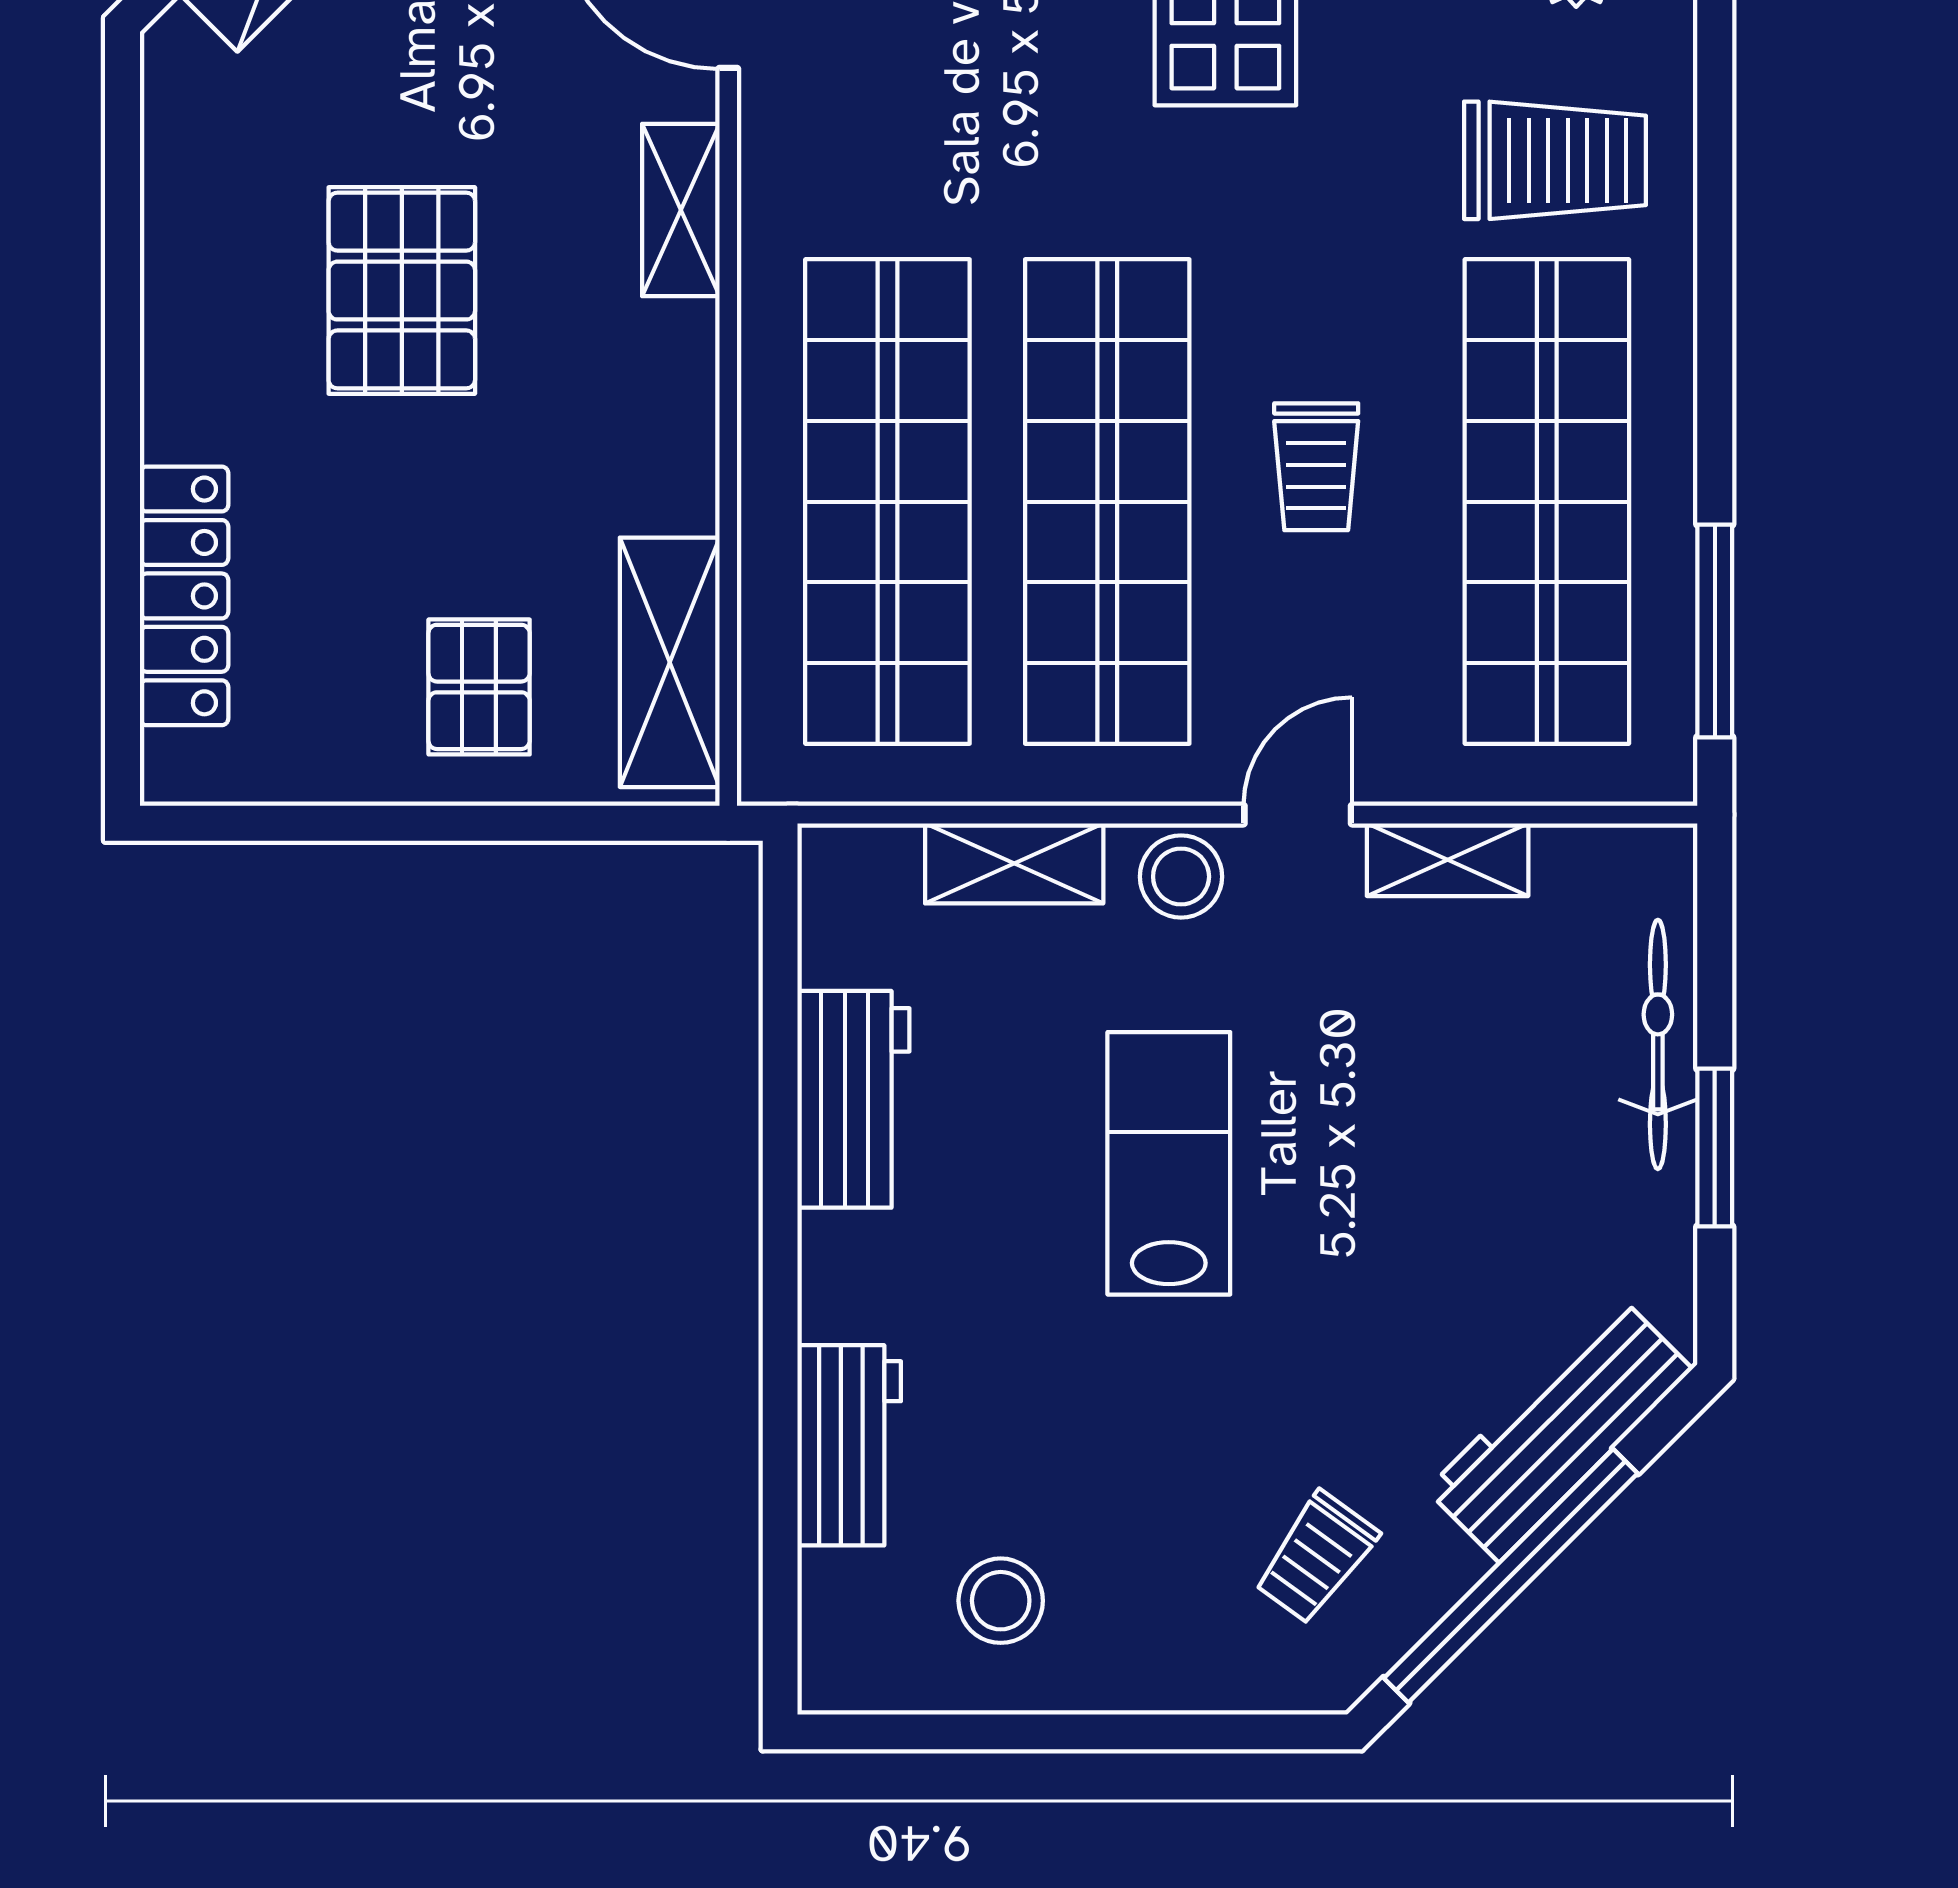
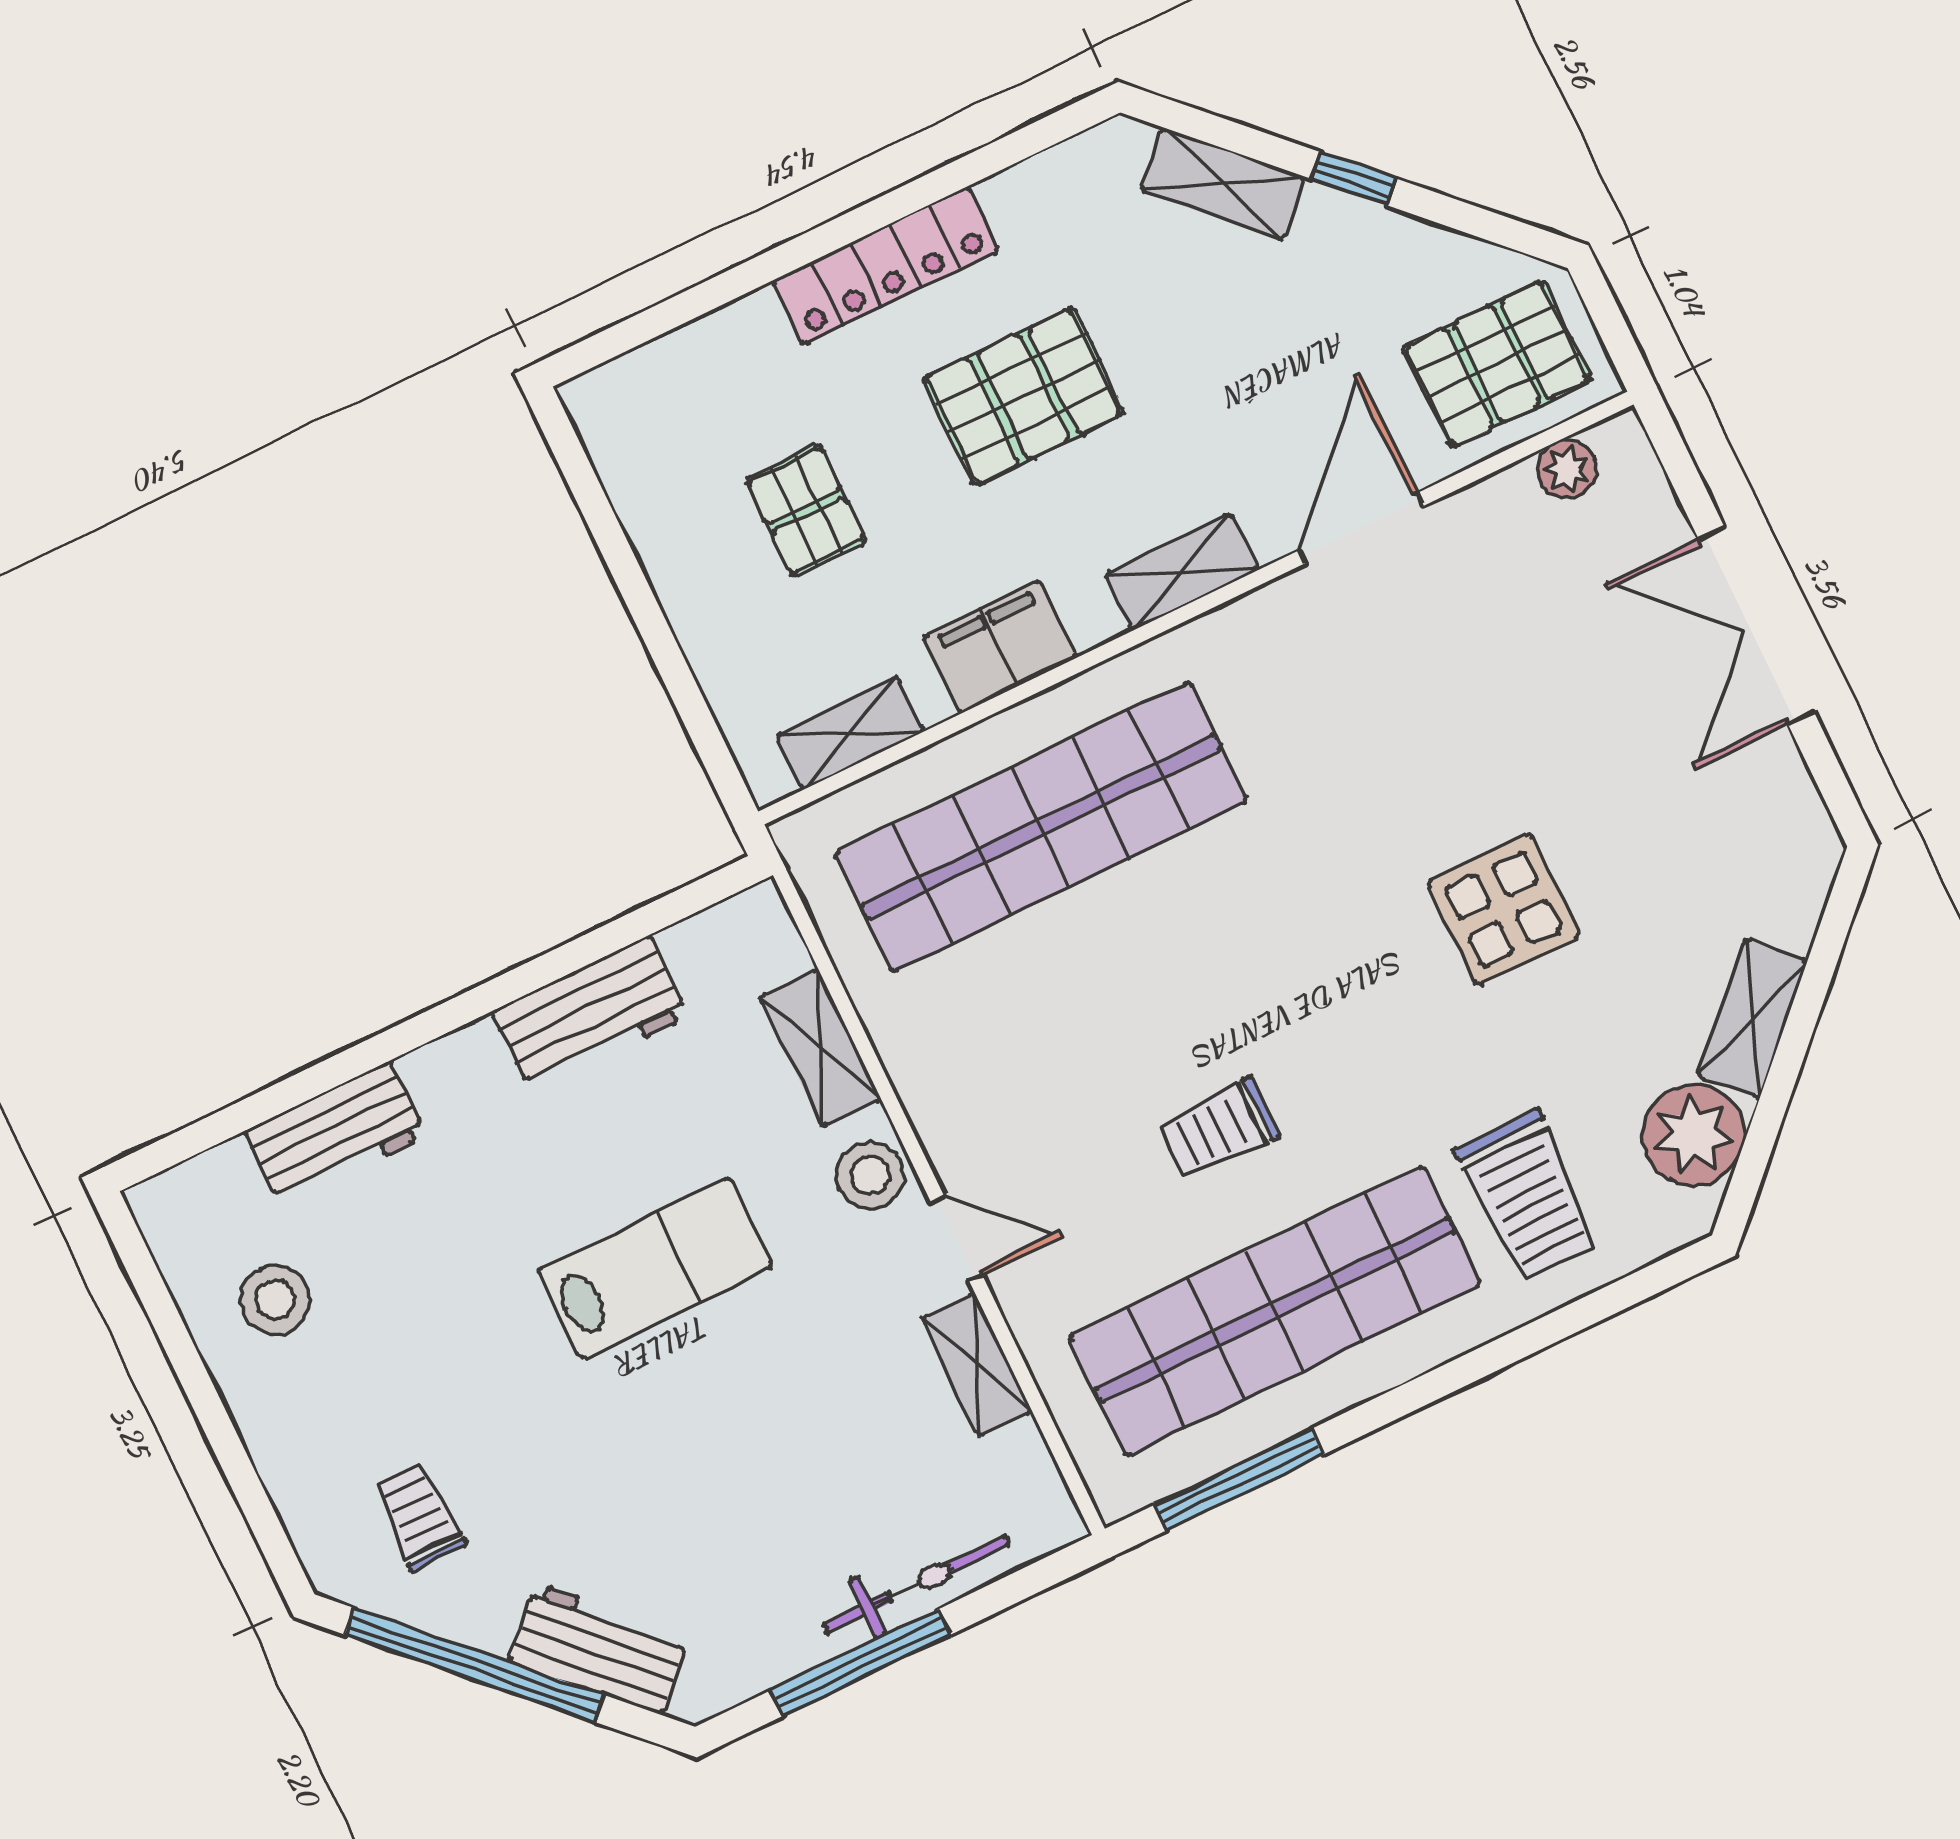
filing cabinet: (666, 451) -> (1000, 647), added
shop shelf: (1107, 502) -> (1119, 988), removed
locker: (184, 596) -> (886, 266), moved
shelving: (670, 662) -> (850, 733), width x0.67, depth x0.75
pallet: (479, 687) -> (806, 511), moved, turned 90
window: (1715, 1148) -> (860, 1663), width x1.44
workbench: (1560, 1429) -> (599, 1649), width x0.73
trolley: (1316, 1558) -> (418, 1516), turned 54

